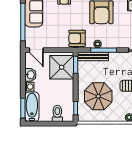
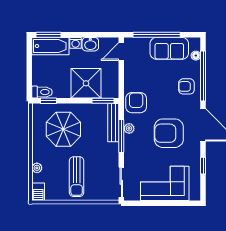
shower: (62, 67) -> (86, 83), moved
toilet: (57, 113) -> (42, 92), moved

